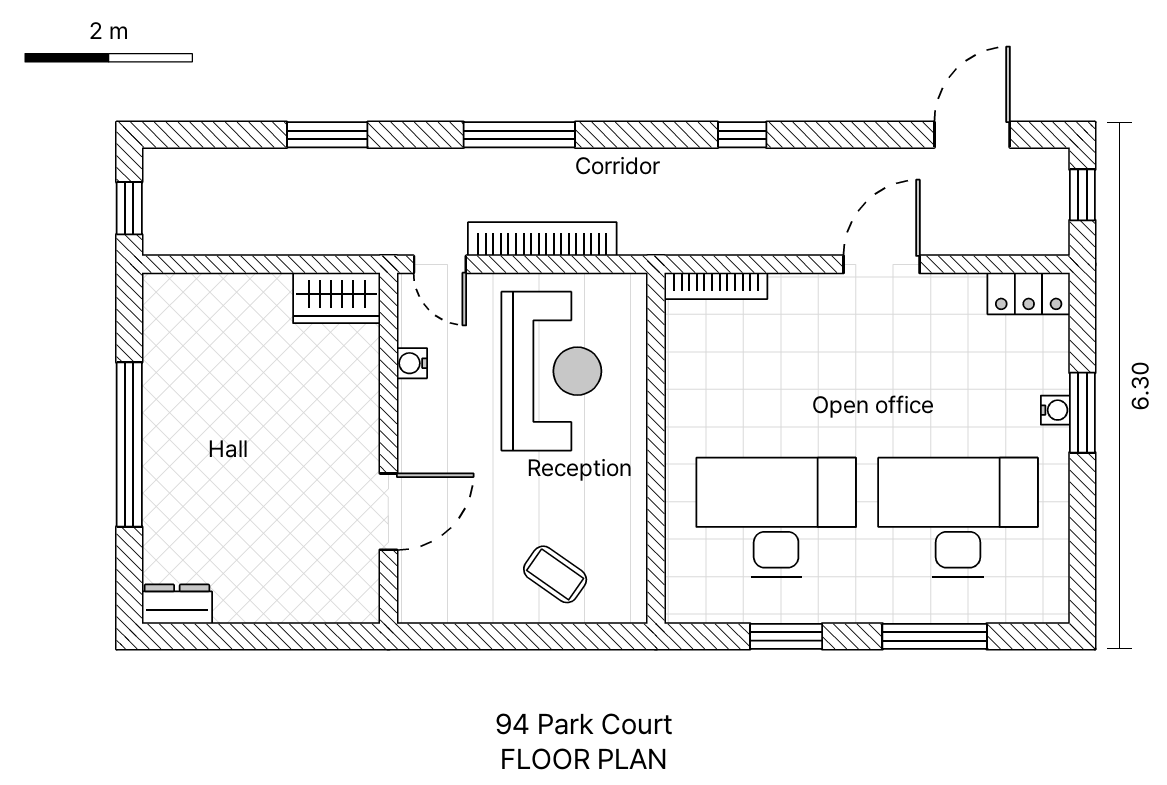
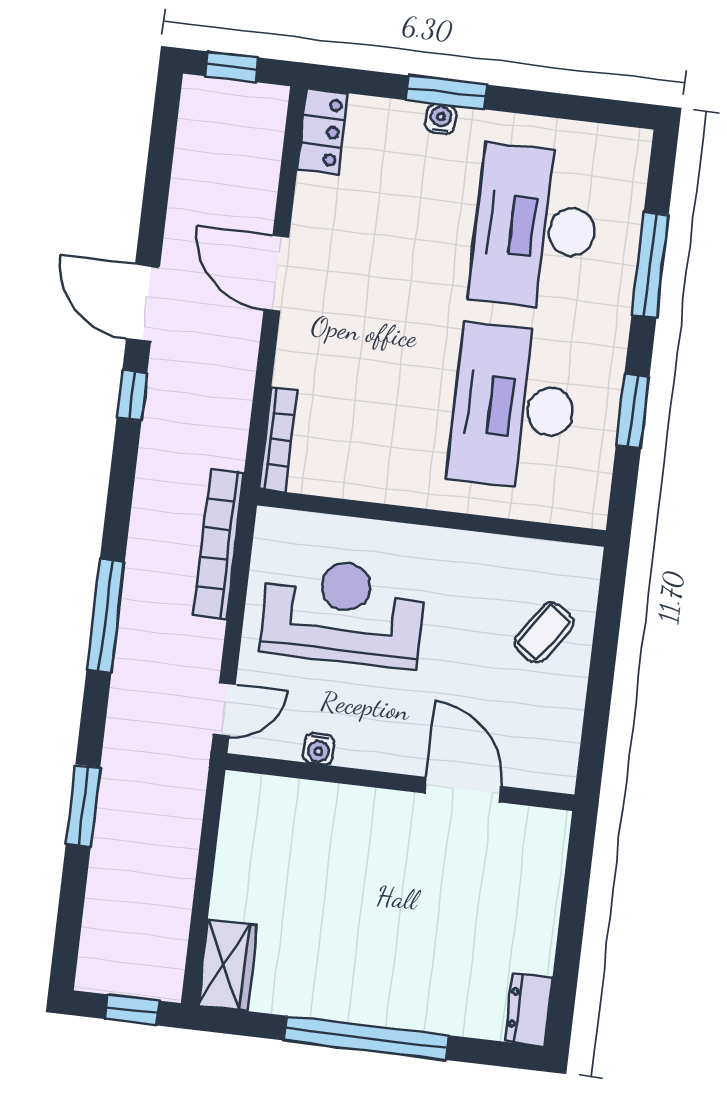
door: (972, 135) -> (143, 303), moved
bookcase: (542, 239) -> (219, 544), moved
wardrobe: (337, 298) -> (227, 965), moved

